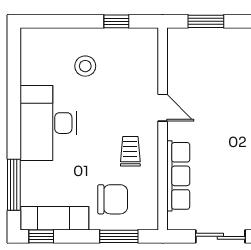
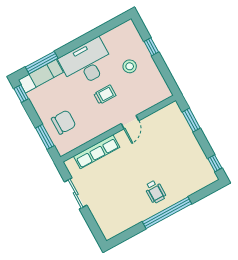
window: (116, 21) -> (151, 47), moved
trolley: (130, 151) -> (105, 95), moved
chair: (113, 199) -> (64, 122), turned -90
exam couch: (55, 218) -> (41, 76), moved, turned 90

